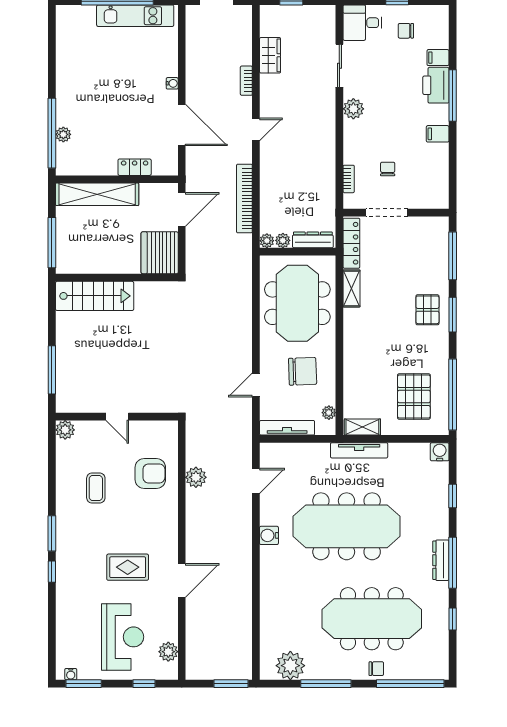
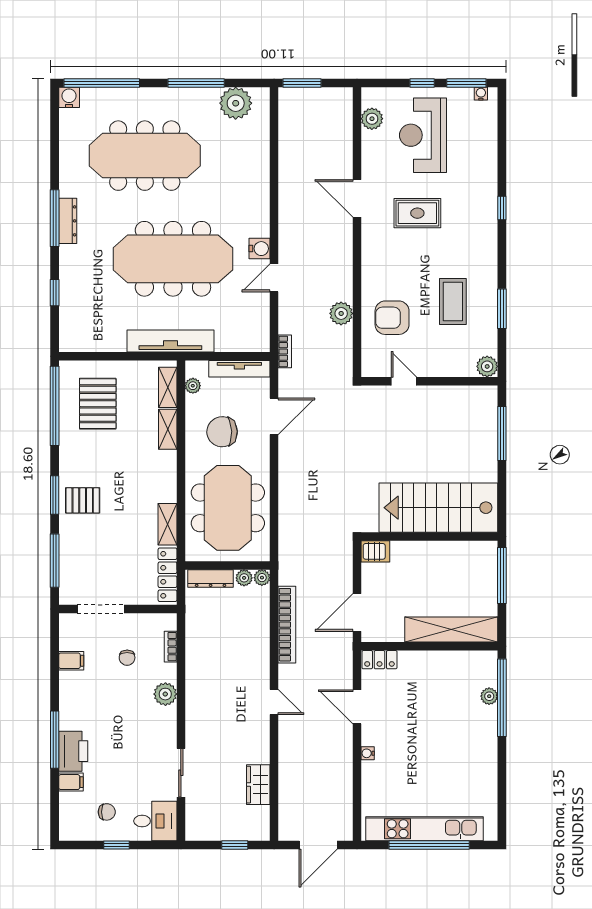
kitchen unit: (135, 16) -> (425, 829), width x1.36
bookcase: (246, 81) -> (285, 351), moved
plant: (353, 109) -> (165, 694), moved
door: (182, 125) -> (357, 707), width x0.73
door: (256, 129) -> (274, 702), swing flipped
filing cabinet: (438, 134) -> (71, 661), moved
locker: (135, 167) -> (379, 660), moved
doorway: (387, 213) -> (101, 609), moved
server rack: (160, 253) -> (375, 551), width x0.46, depth x0.70
stairs: (95, 296) -> (438, 508), width x1.36, depth x1.51
pallet: (427, 310) -> (83, 500), turned 90
shelving: (351, 374) -> (168, 429), added
door: (256, 385) -> (274, 416), width x1.38
door: (117, 417) -> (404, 381), moved
shelving: (362, 427) -> (168, 387), moved, turned 90
tv unit: (359, 450) -> (170, 341), width x1.36, depth x1.29
water cooler: (440, 452) -> (69, 97), moved, turned 180
door: (256, 481) -> (274, 278), moved
coffee table: (96, 488) -> (453, 301), width x1.36, depth x1.30
window: (52, 533) -> (502, 309), moved
door: (182, 580) -> (357, 198), hinge flipped
window: (453, 619) -> (55, 155), removed
chair: (376, 669) -> (140, 100), removed
window: (144, 684) -> (422, 83), moved

